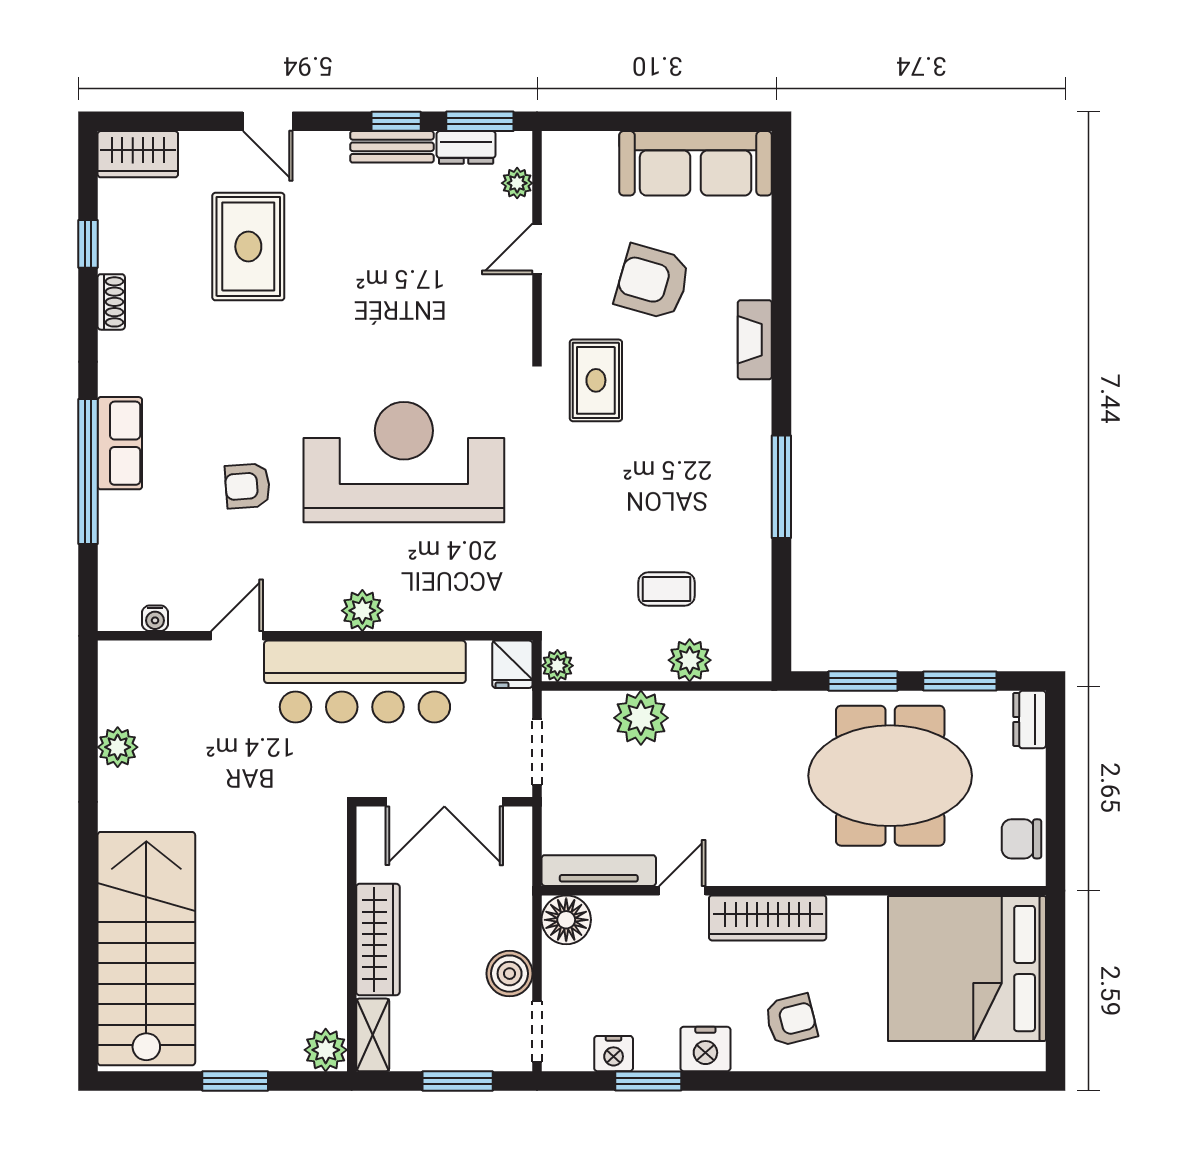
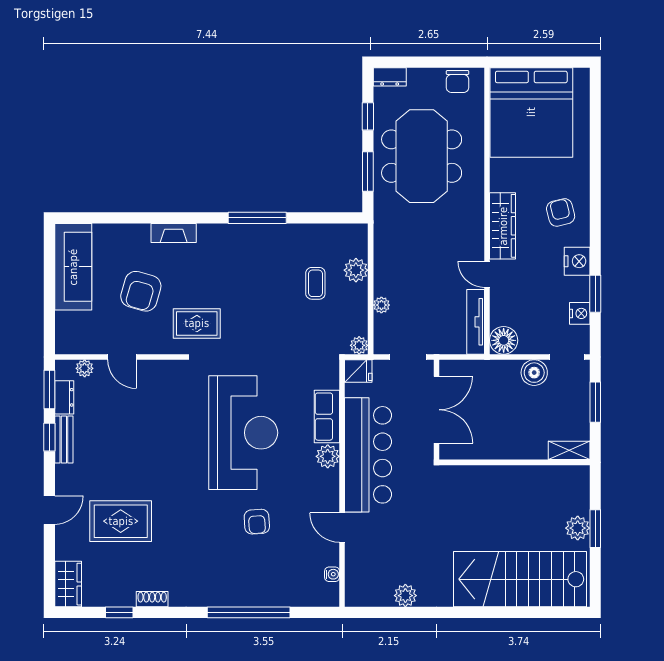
row of seats: (120, 443) -> (327, 417), moved, turned -90
reception desk: (404, 462) -> (243, 433), turned 180
window: (960, 681) -> (368, 116), width x0.67
plant: (641, 718) -> (381, 305), width x0.53, depth x0.53
wardrobe: (378, 939) -> (515, 447), removed
plant: (326, 1050) -> (578, 528), moved

